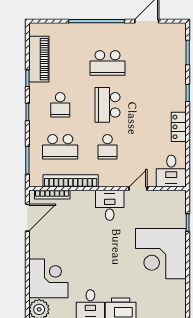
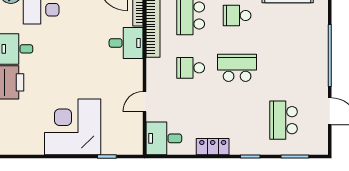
school desk: (108, 63) -> (284, 120), moved
door: (138, 189) -> (144, 102), swing flipped
desk: (110, 205) -> (126, 43), moved

